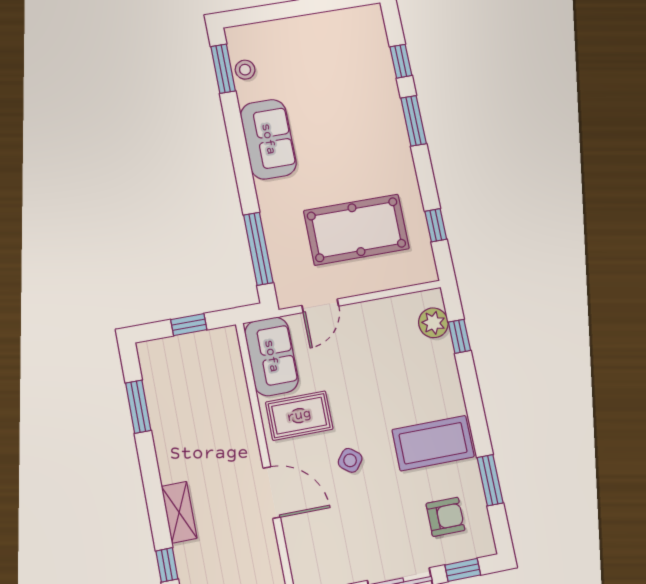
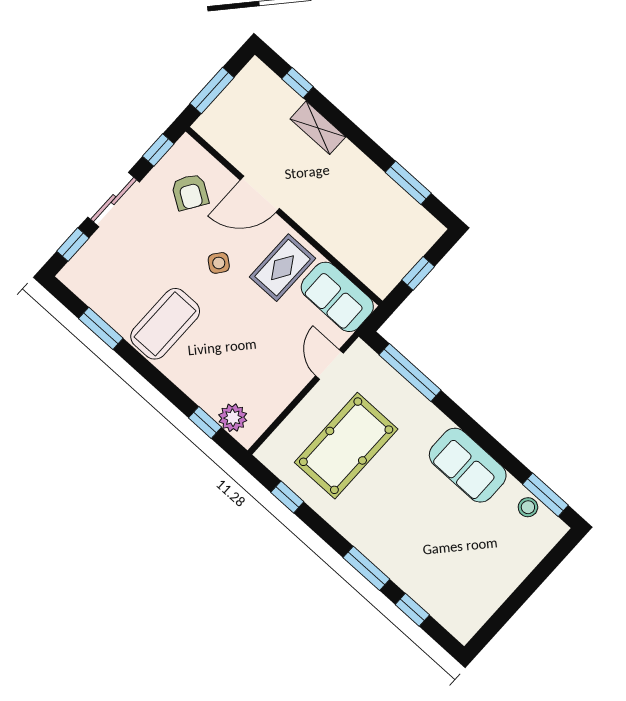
armchair: (445, 517) -> (190, 192), moved, turned -57

